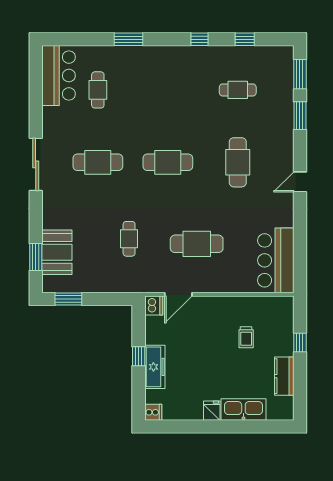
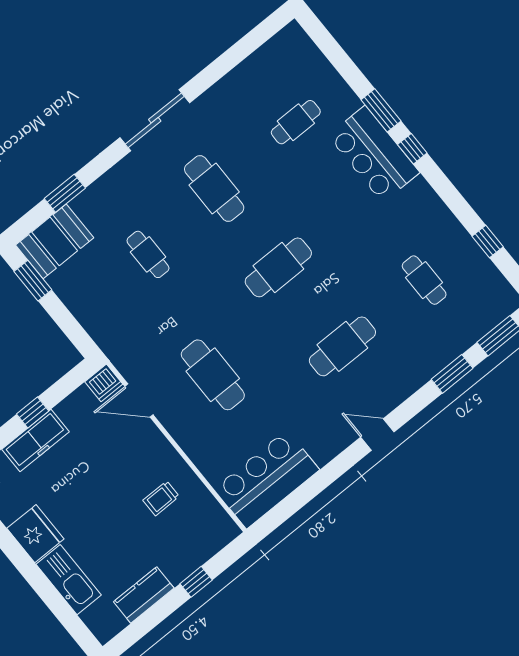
window: (199, 39) -> (412, 149), moved
bar counter: (59, 76) -> (374, 154), moved, turned 90
cafe table: (168, 162) -> (278, 267), turned 90
cafe table: (129, 239) -> (148, 254), moved, turned 90
booth: (57, 252) -> (55, 241), moved
window: (36, 257) -> (65, 193), moved
trolley: (246, 337) -> (161, 498), moved
fridge: (212, 411) -> (35, 534), width x1.88, depth x1.34

